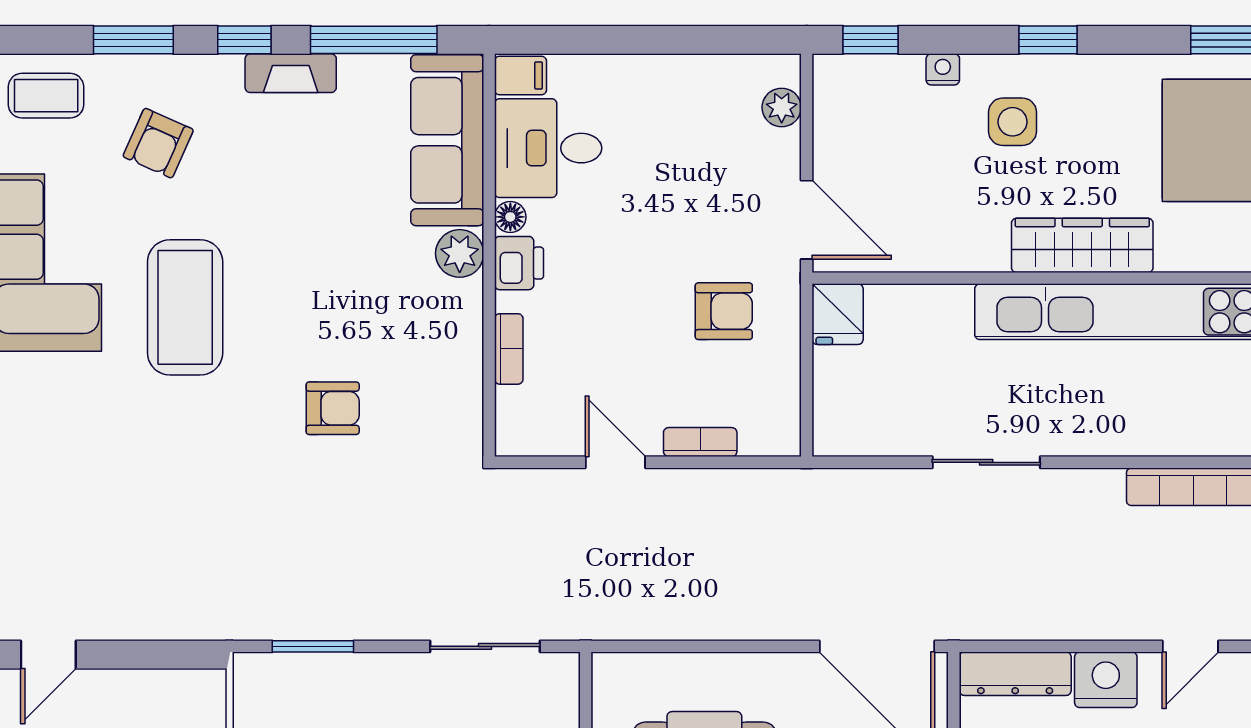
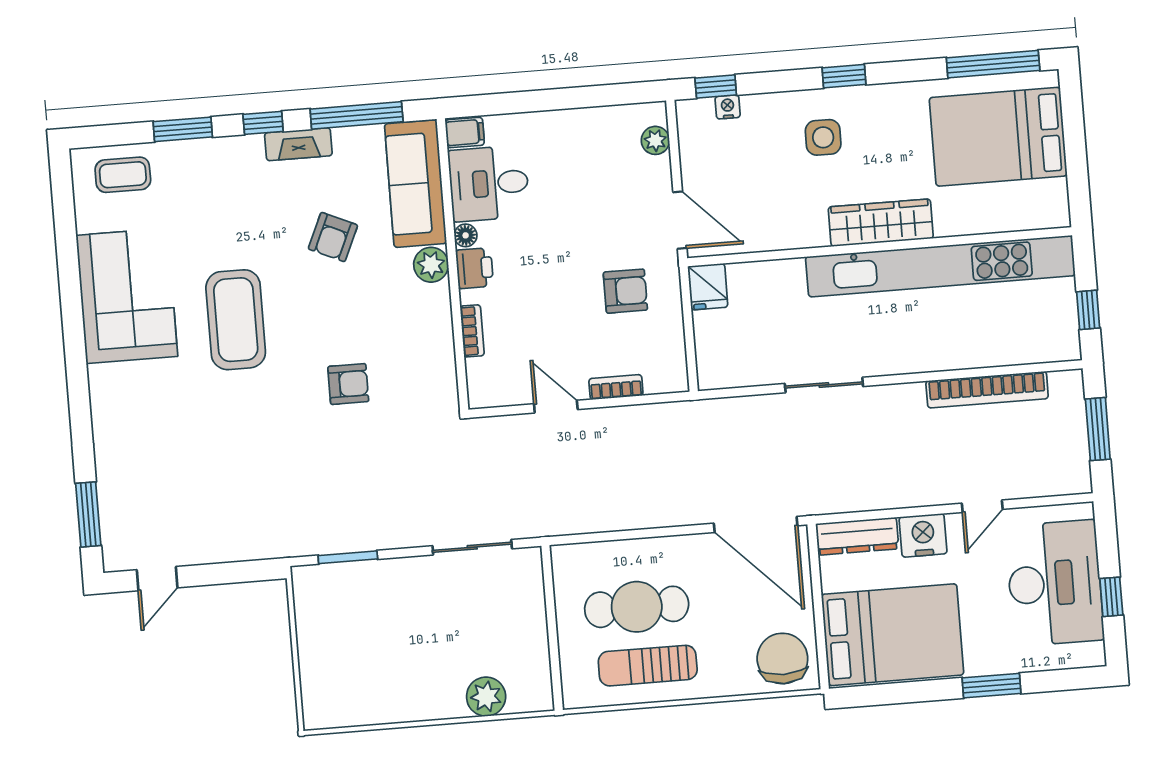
nightstand: (943, 69) -> (728, 107), moved
armchair: (158, 143) -> (333, 237), moved

